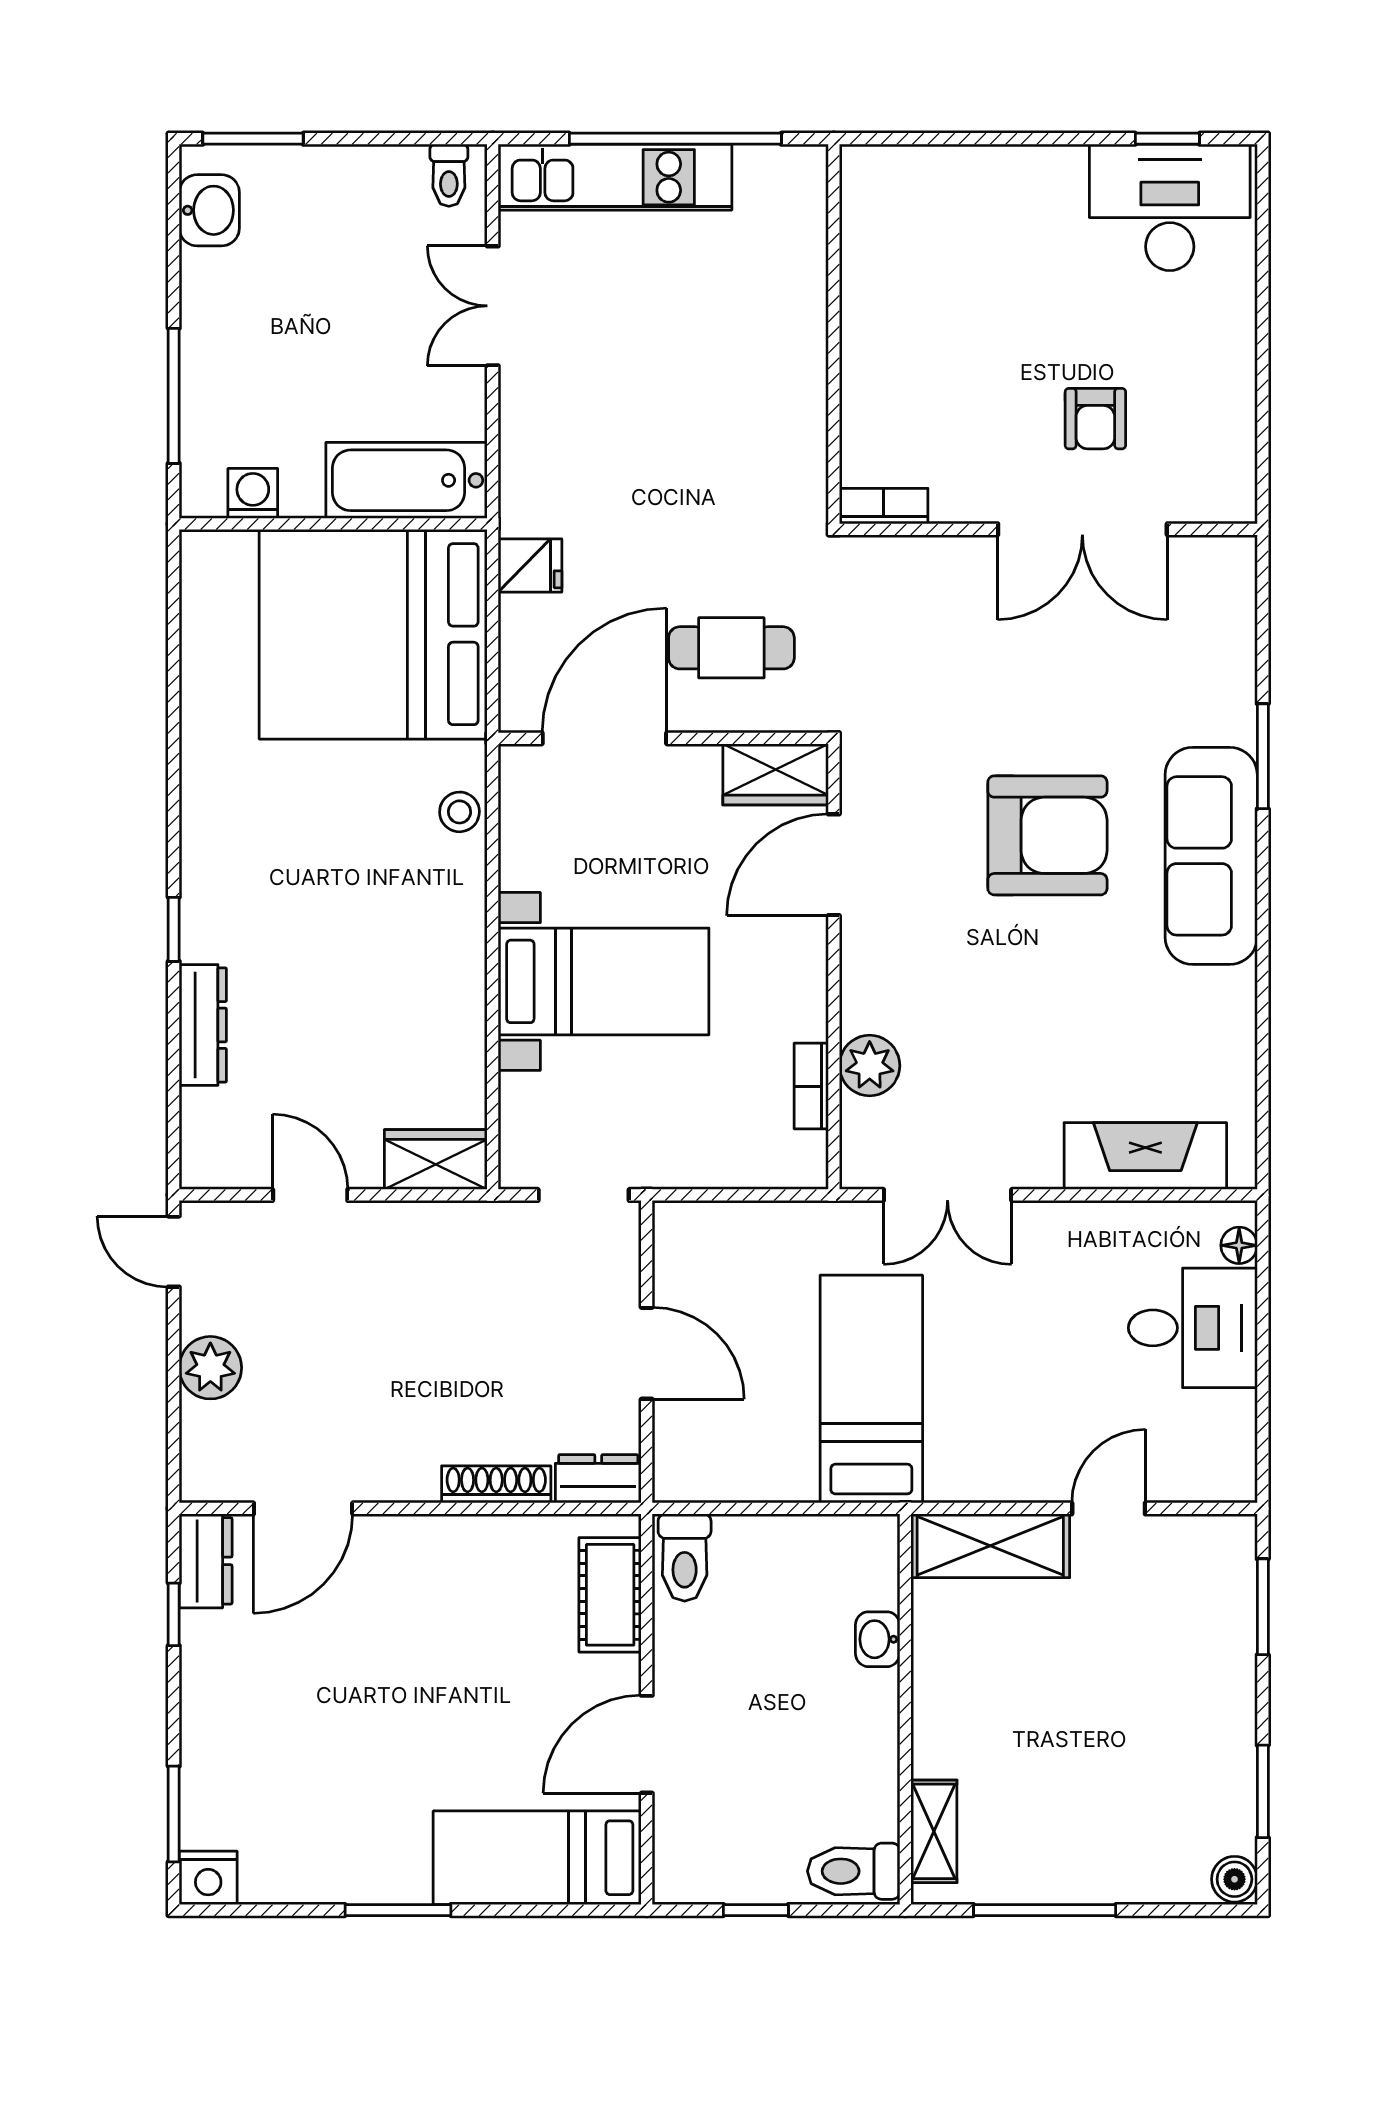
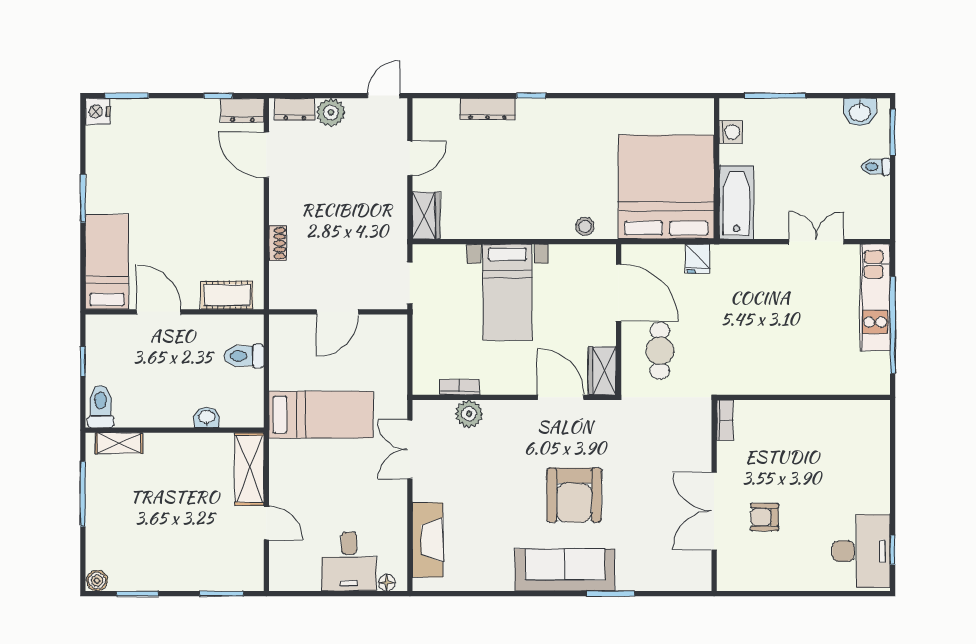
toilet: (449, 175) -> (876, 167), moved
dresser: (598, 1479) -> (295, 109), moved, turned 90
shoe rack: (496, 1484) -> (277, 243), width x0.70
toilet: (685, 1558) -> (244, 356), moved

